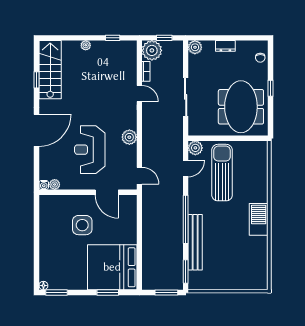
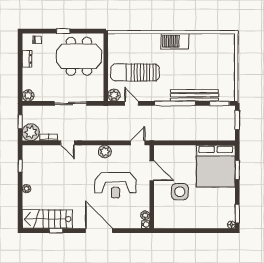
dresser: (225, 46) -> (27, 59), moved
door: (139, 93) -> (68, 143), swing flipped
door: (107, 192) -> (152, 171), hinge flipped

